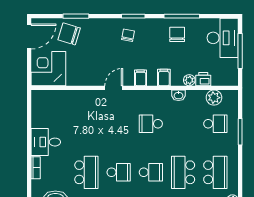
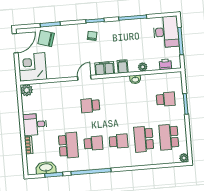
chair: (177, 34) -> (130, 32), removed
filing cabinet: (141, 78) -> (105, 68), width x2.00
printer: (203, 79) -> (165, 64), moved
plant: (214, 98) -> (27, 90), moved
school desk: (151, 124) -> (90, 105), moved
school desk: (215, 172) -> (169, 137), turned 180

